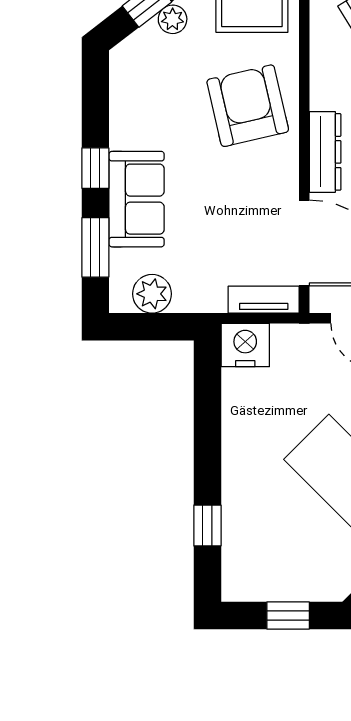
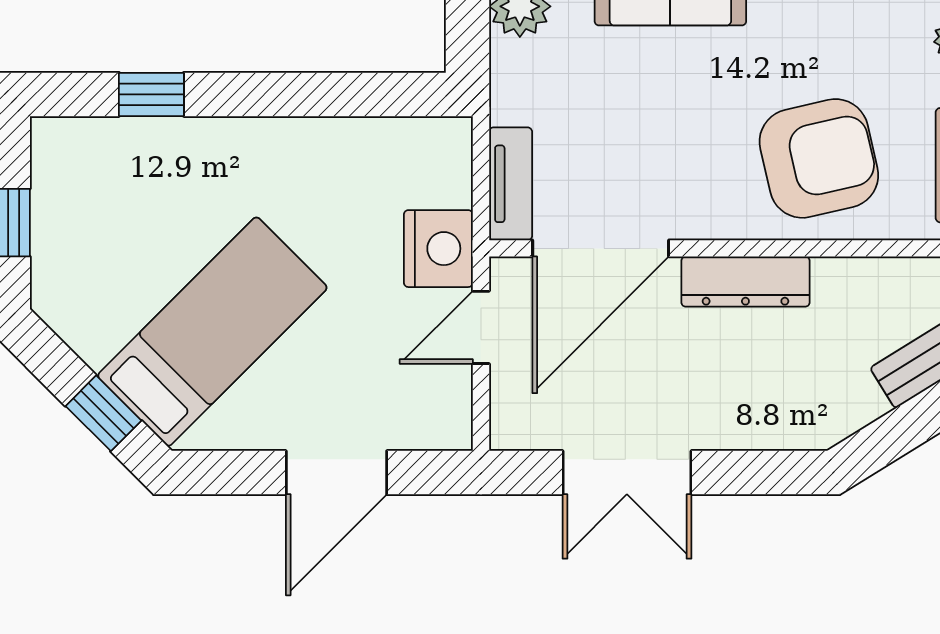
nightstand: (245, 345) -> (438, 249), moved

